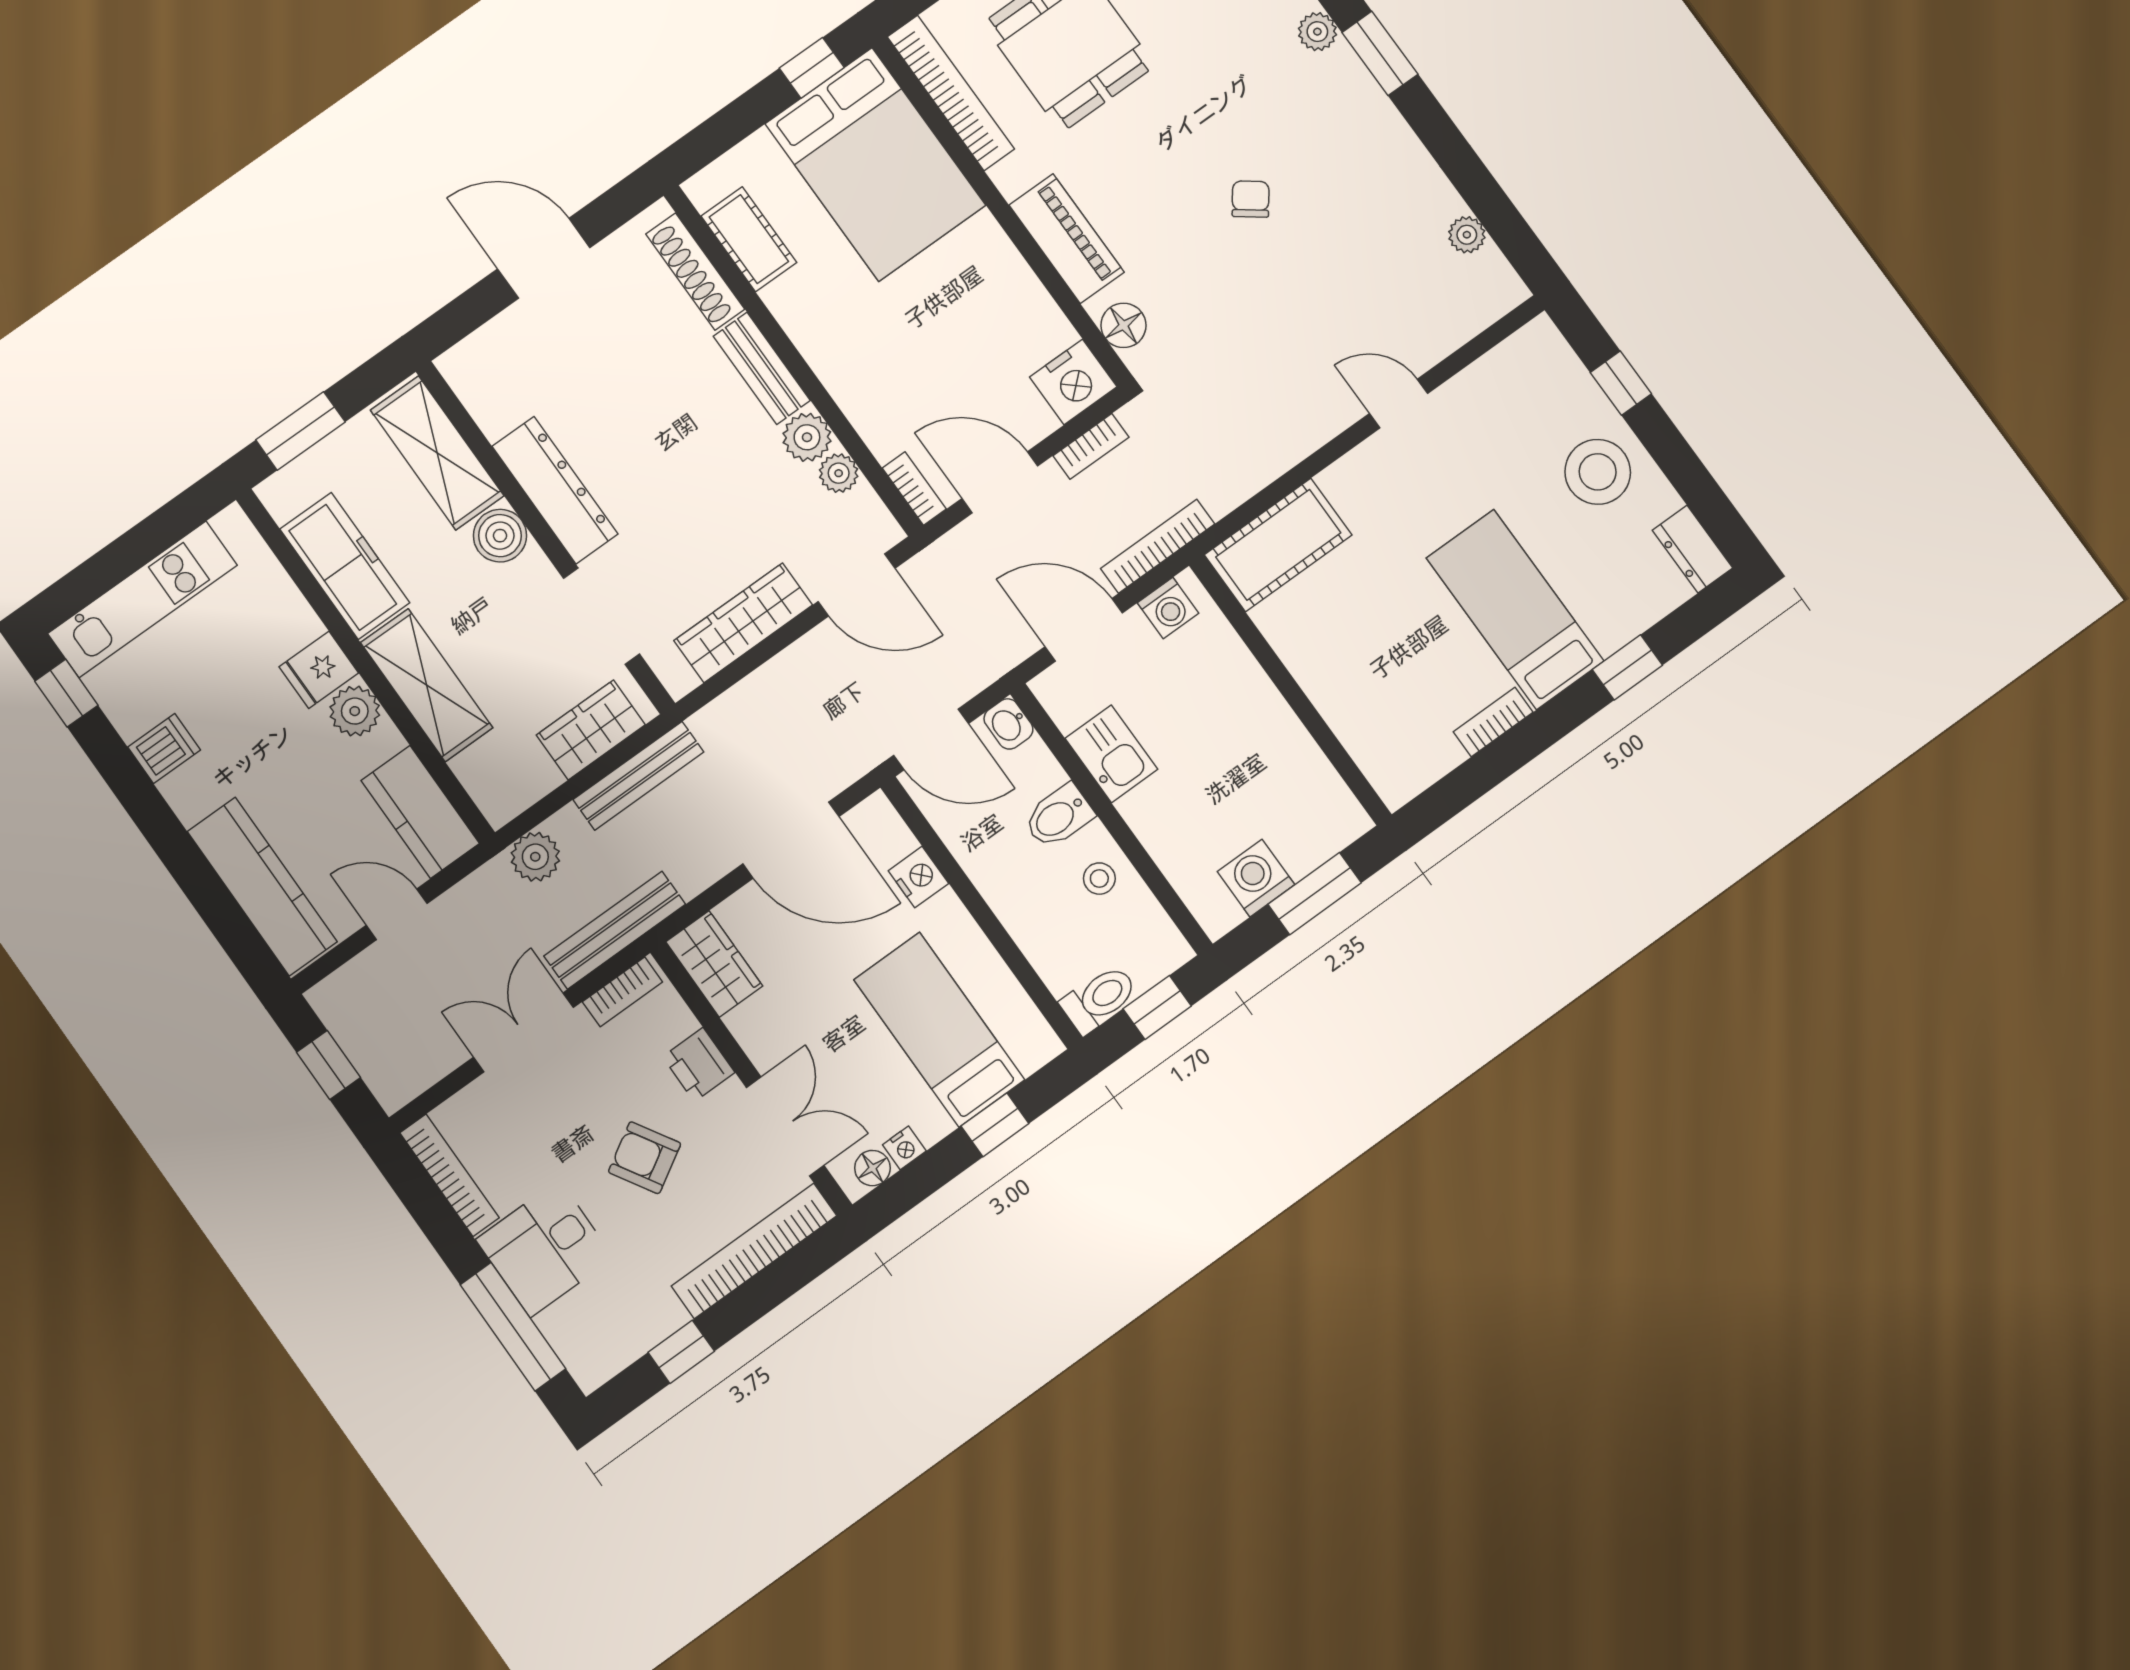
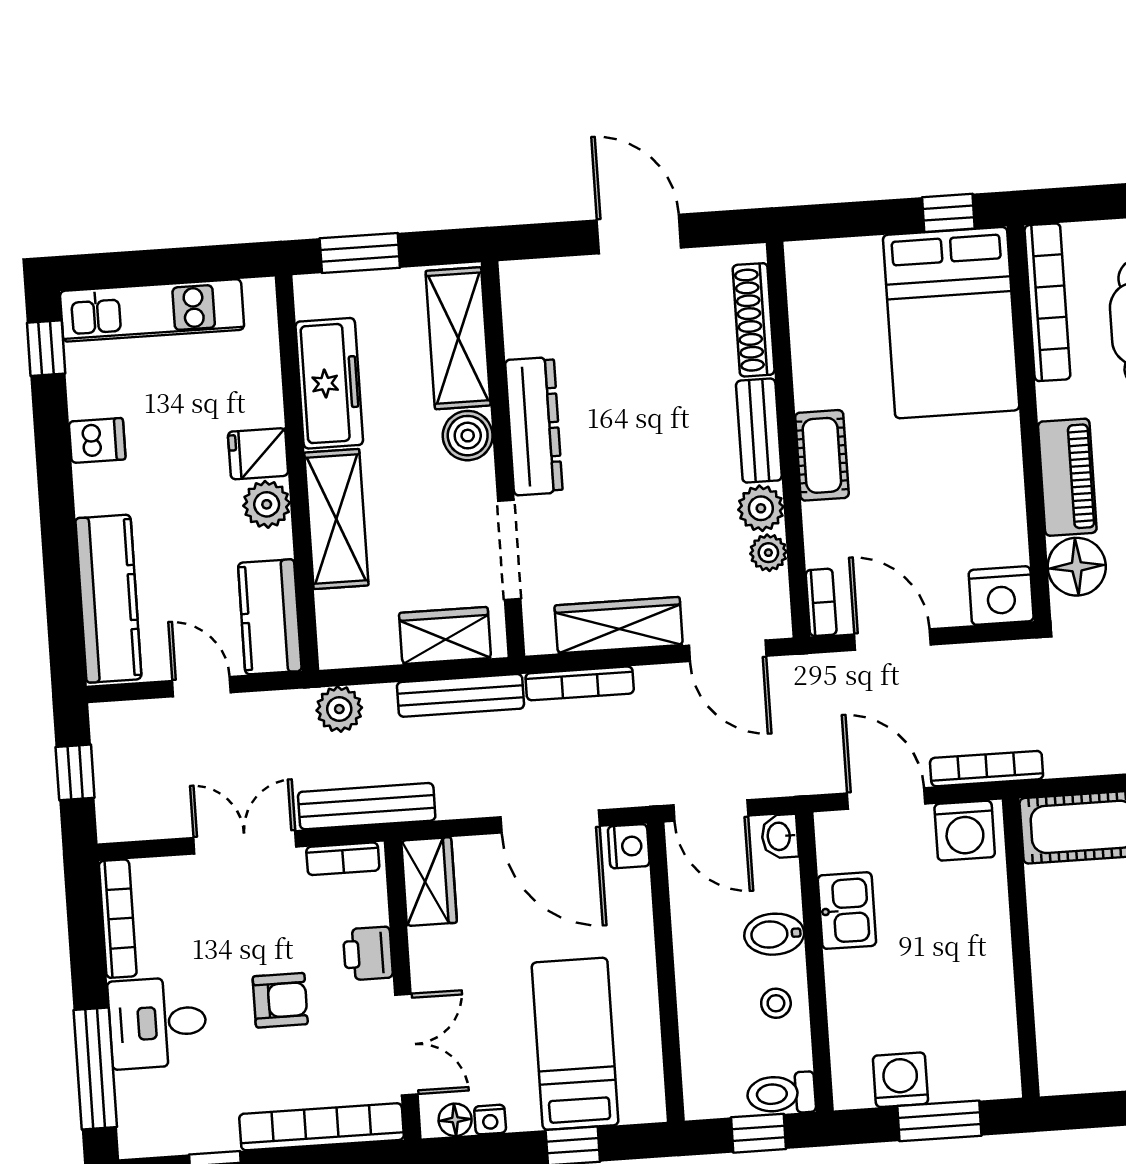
cot: (749, 239) -> (822, 455), moved
floor lamp: (1123, 325) -> (1077, 567), width x1.38, depth x1.38
bookcase: (1091, 446) -> (580, 683), moved, width x1.56
washing machine: (1168, 608) -> (965, 831), width x1.38, depth x1.38
nightstand: (918, 877) -> (629, 846), moved
toilet: (1099, 999) -> (781, 1094), moved, turned 180
armchair: (645, 1158) -> (280, 1000), turned 121

